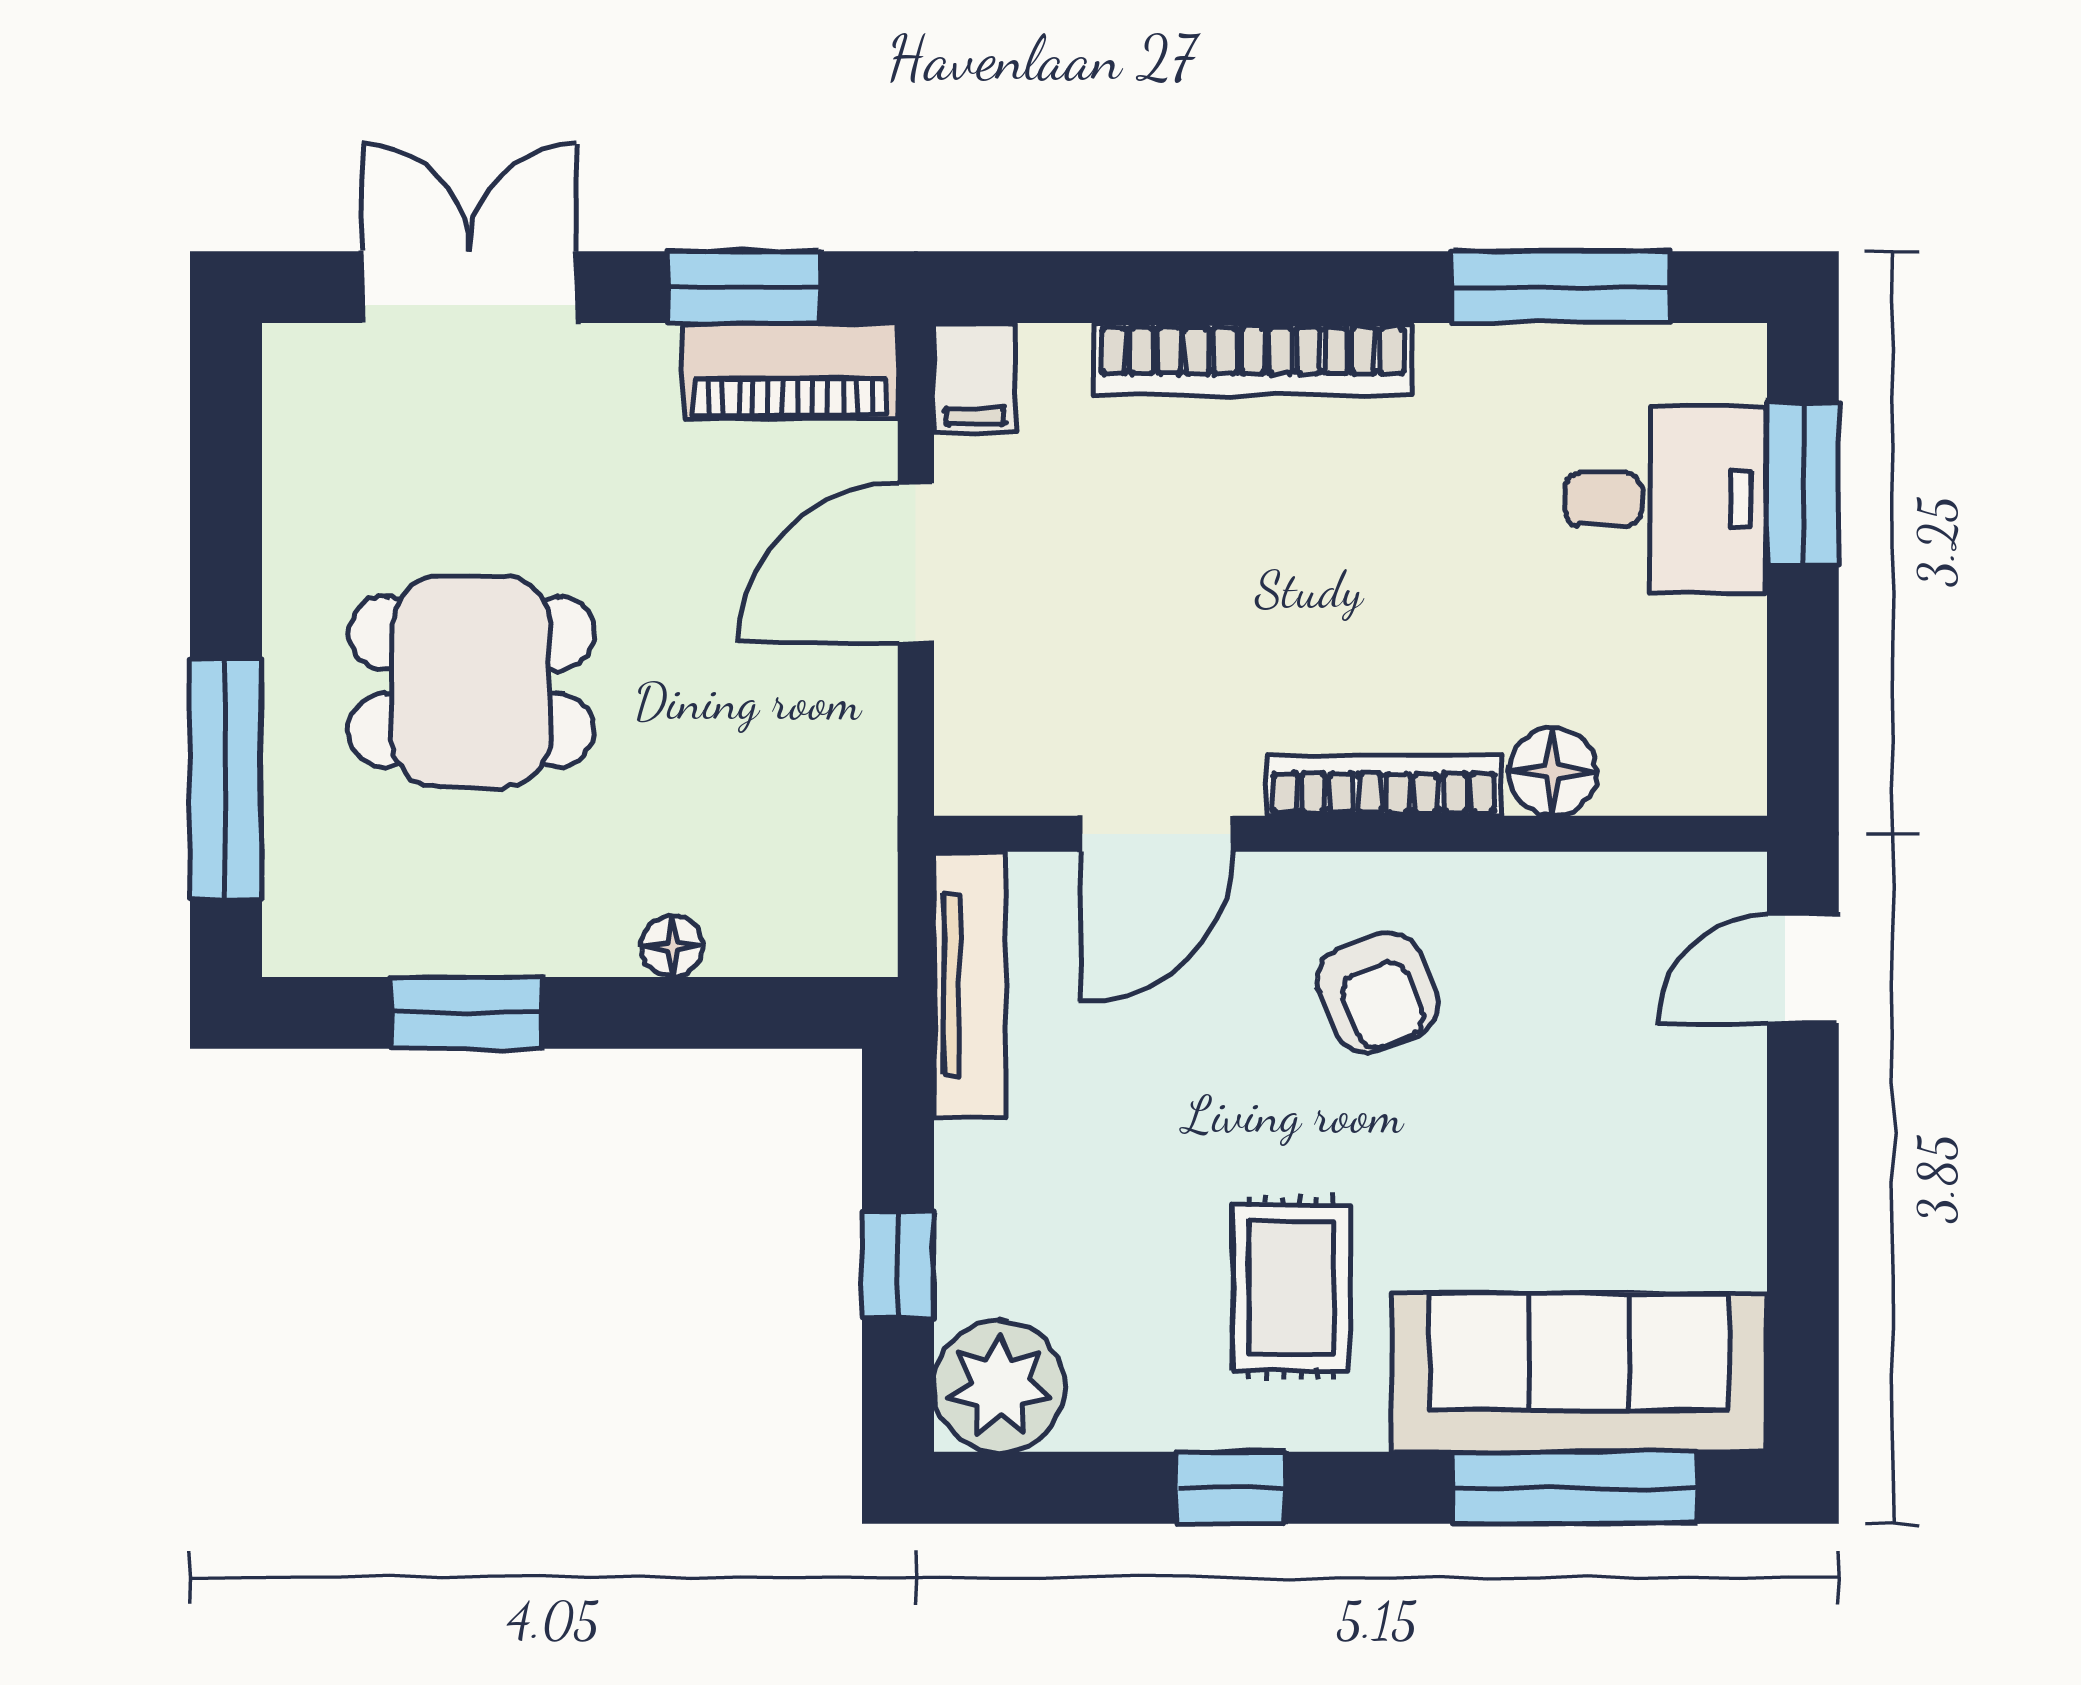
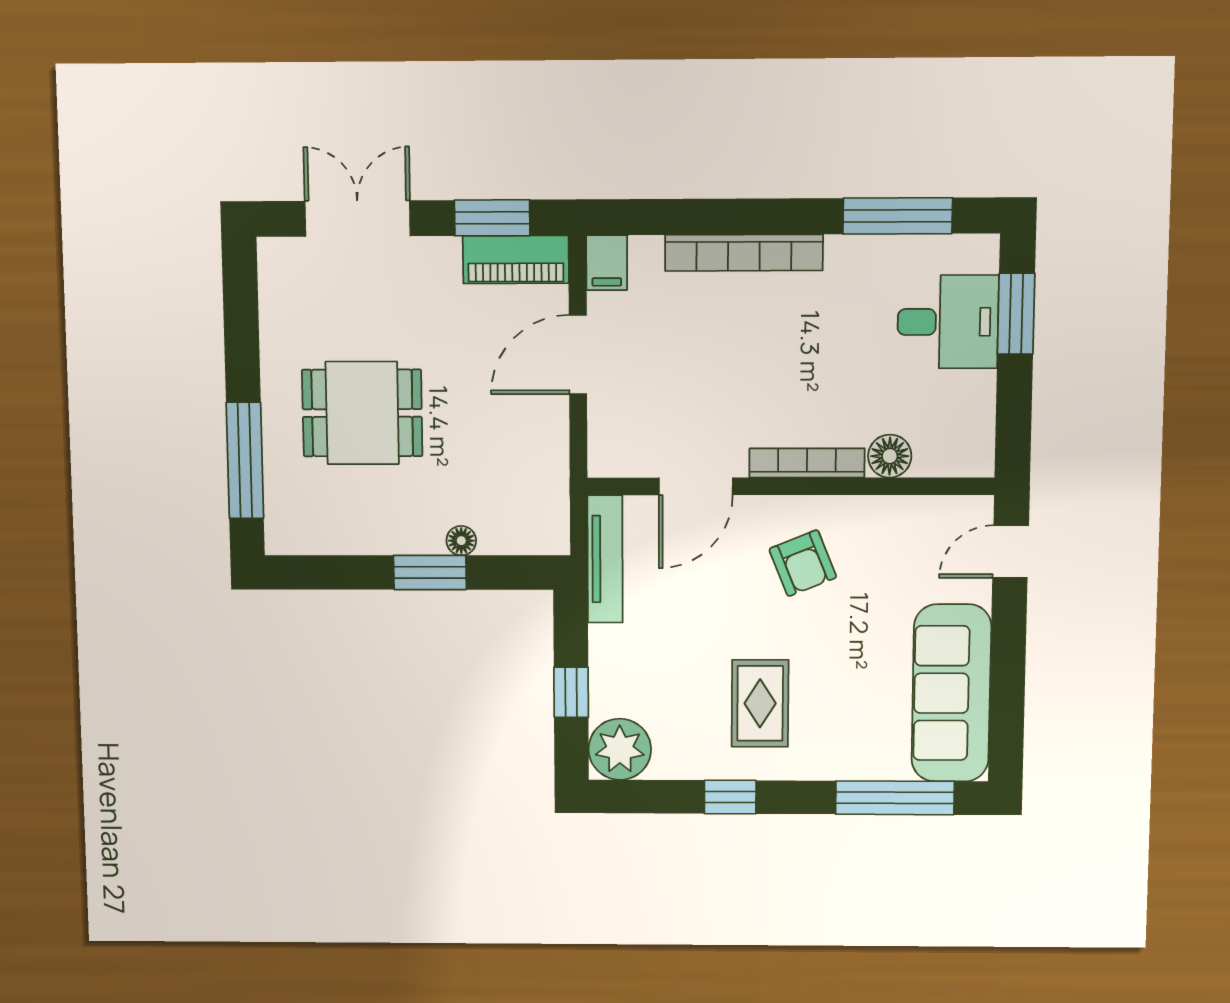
window: (466, 1013) -> (430, 572), moved
sofa: (1580, 1372) -> (951, 693), moved, turned -90

